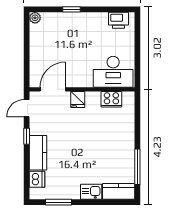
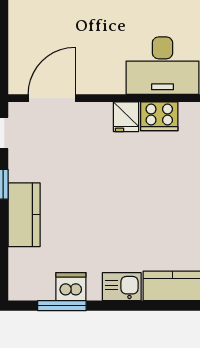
fridge: (78, 100) -> (126, 117), moved
dishwasher: (37, 179) -> (71, 287), moved, turned -90

